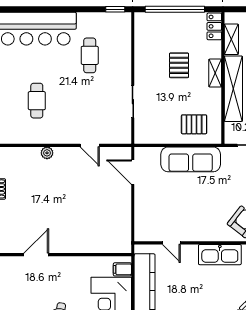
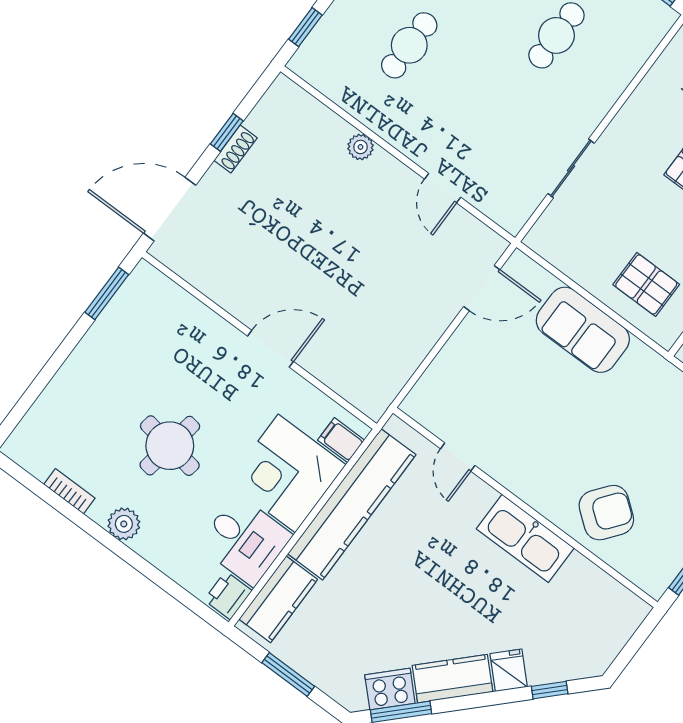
sofa: (191, 159) -> (583, 330), width x0.73
door: (133, 172) -> (482, 288), swing flipped
door: (36, 255) -> (270, 349), moved

